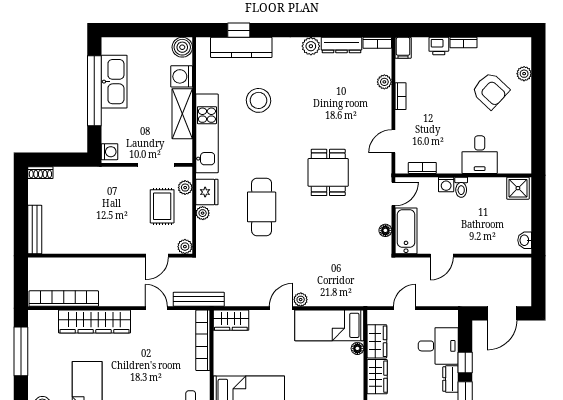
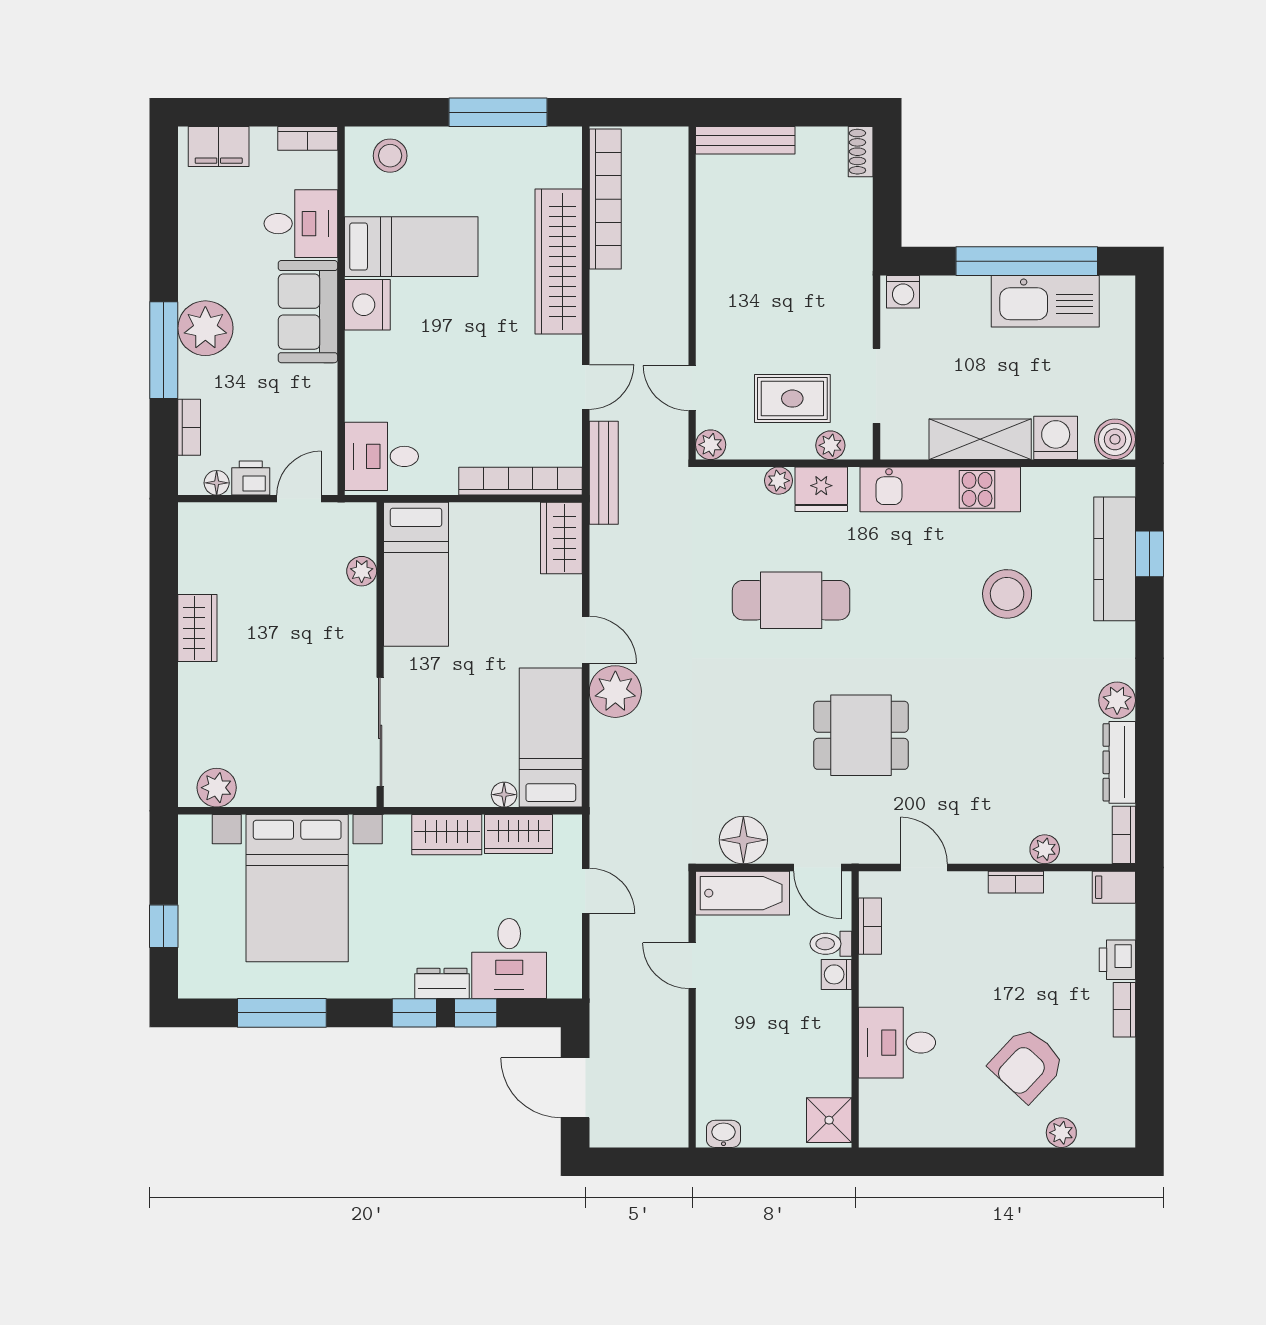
toilet: (461, 187) -> (831, 944), moved
floor lamp: (385, 230) -> (743, 840), width x1.89, depth x1.89
plant: (301, 300) -> (615, 692), width x1.88, depth x1.88

